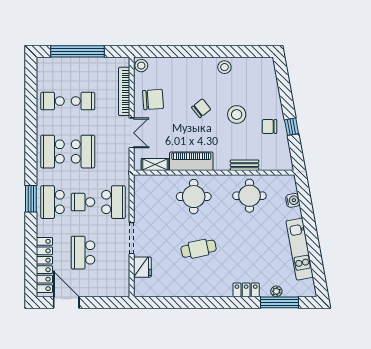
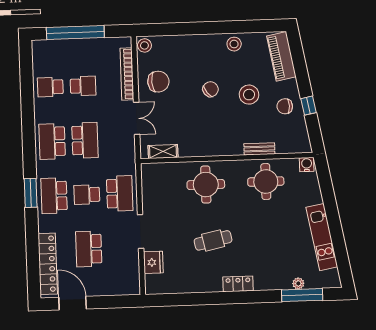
piano: (191, 161) -> (281, 56), moved, turned -100
water cooler: (293, 200) -> (307, 165), moved, turned -80
locker: (246, 290) -> (238, 284), moved

